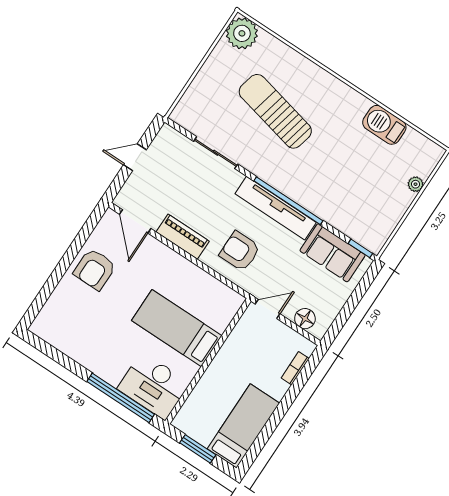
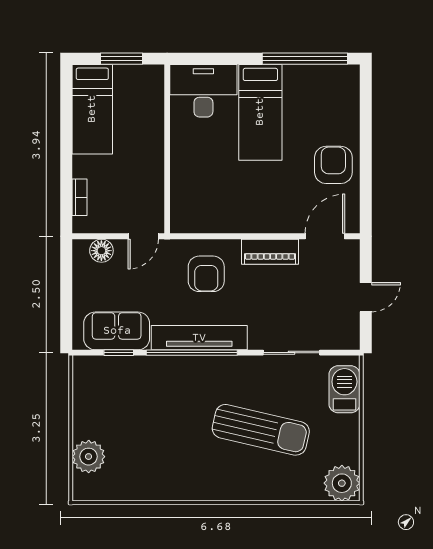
barbecue: (384, 125) -> (344, 389), moved, turned -90
plant: (416, 184) -> (89, 457), width x1.88, depth x1.88
door: (135, 221) -> (325, 236), hinge flipped
window: (360, 248) -> (119, 353), moved
armchair: (240, 251) -> (206, 274), turned 90
bed: (177, 328) -> (260, 112), moved, turned 90
window: (121, 398) -> (305, 59), moved

